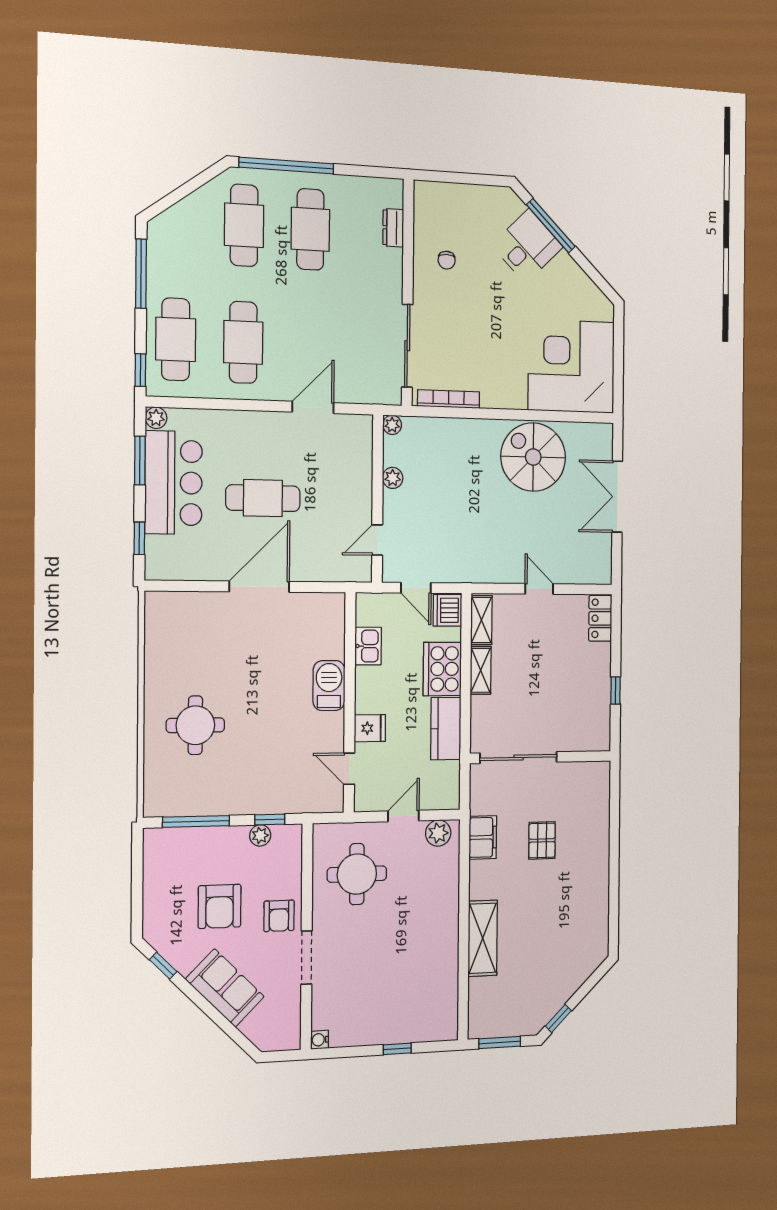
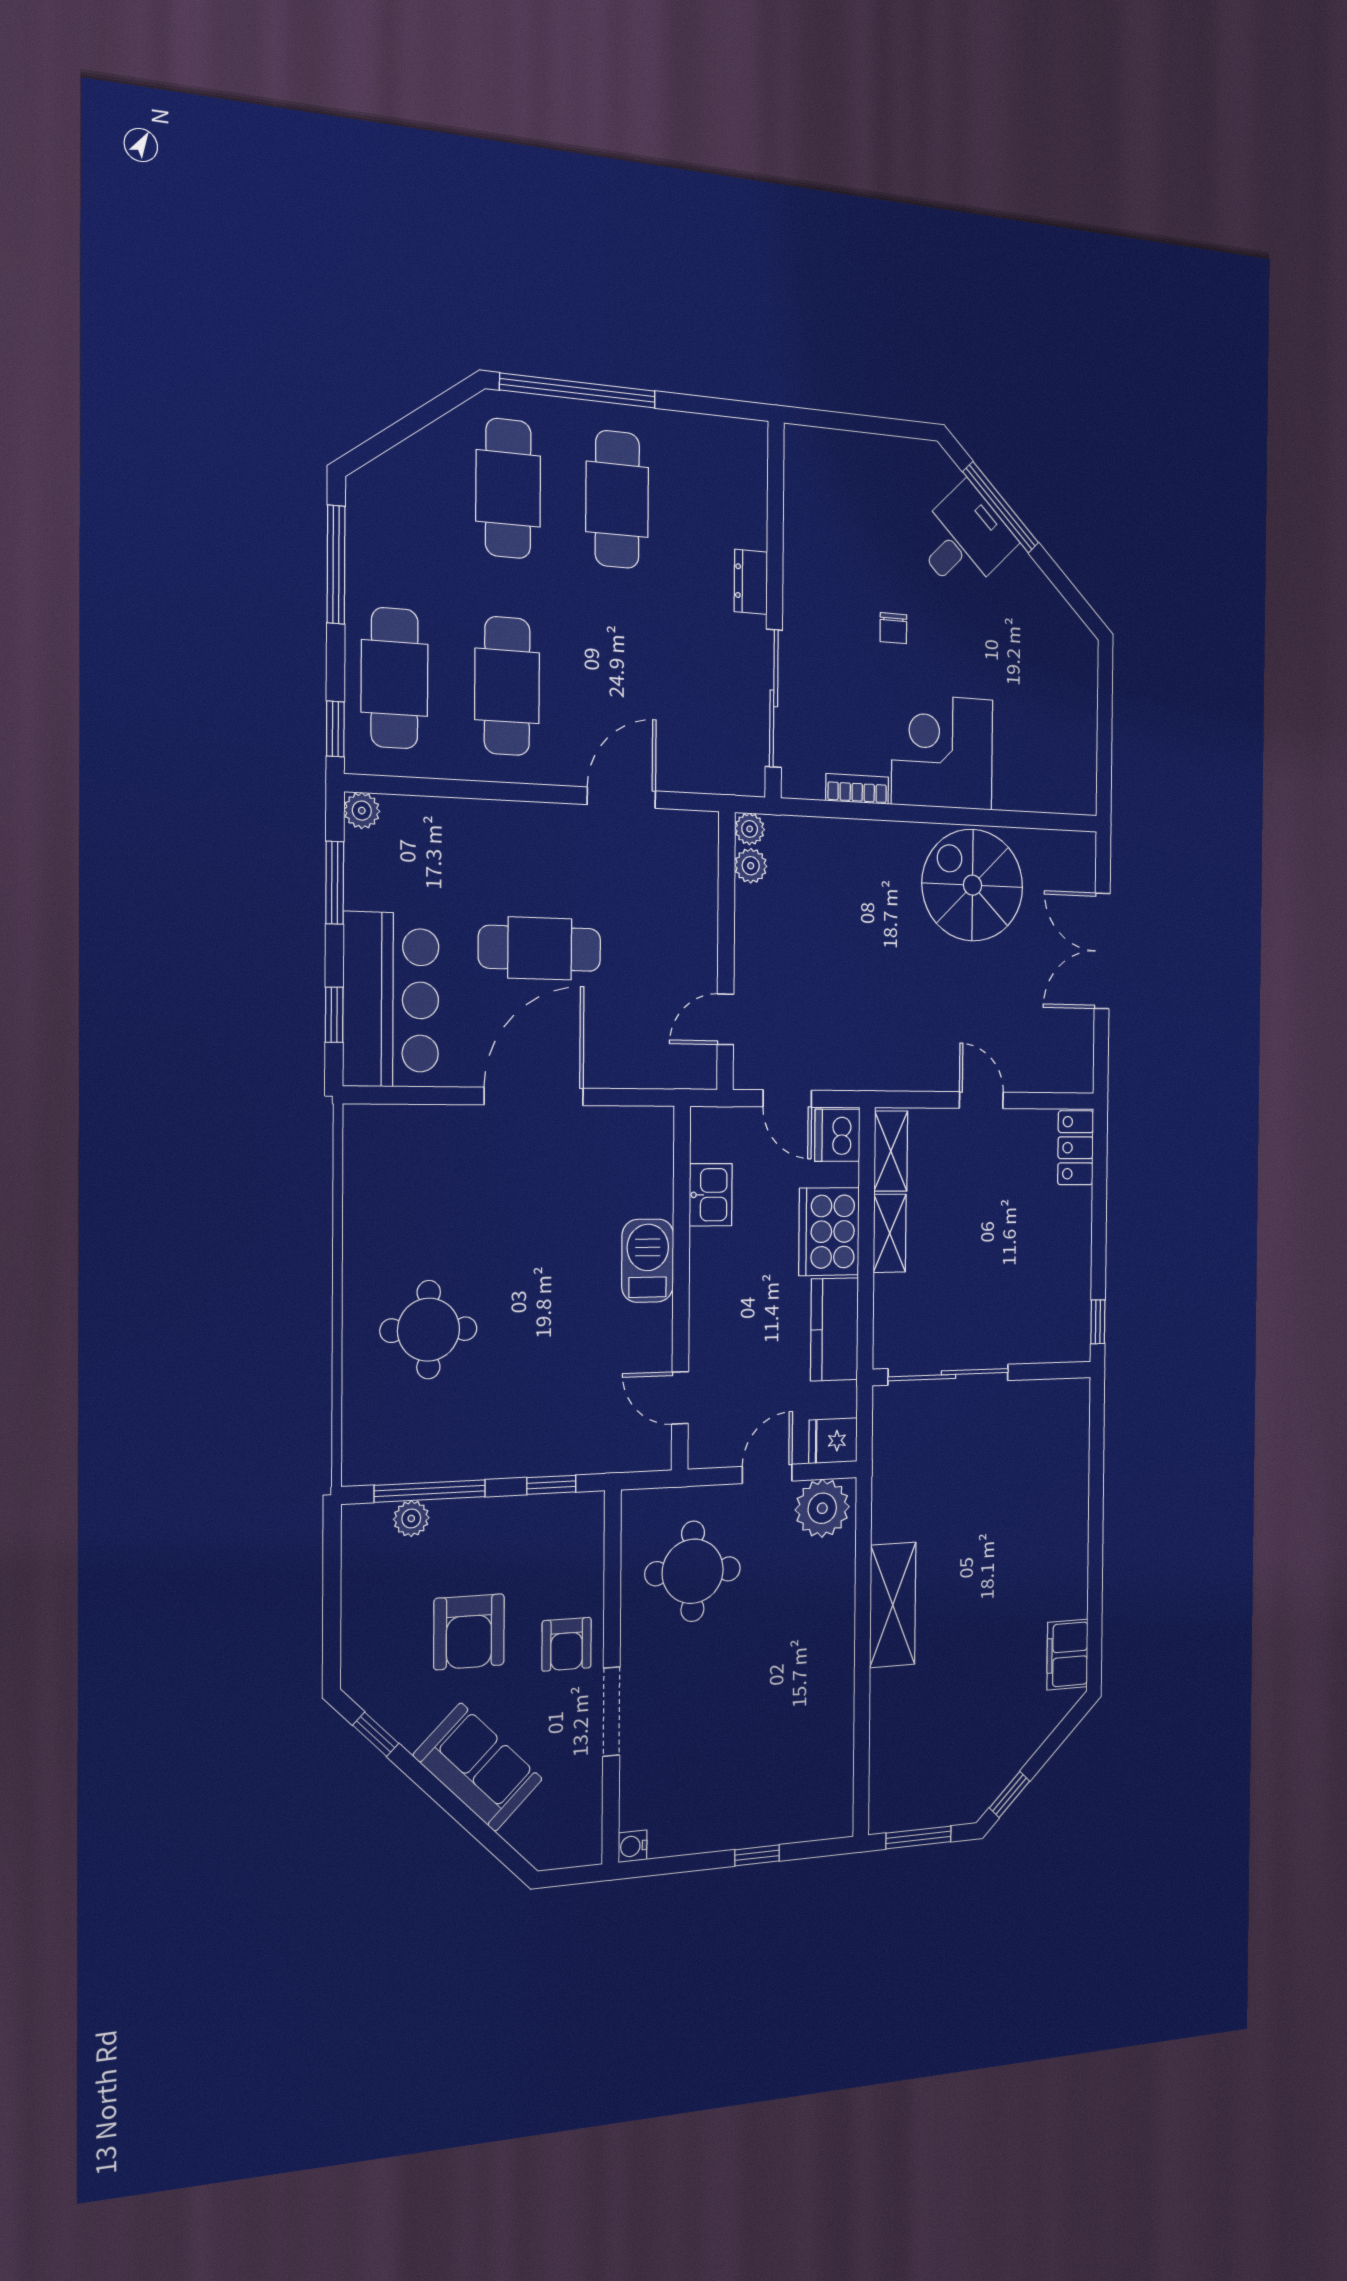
dresser: (393, 228) -> (751, 582), moved
chair: (447, 260) -> (893, 628), moved
corner desk: (571, 366) -> (942, 752), moved, width x0.74, depth x0.74
bookcase: (449, 399) -> (857, 789), width x0.64
plant: (393, 478) -> (751, 866), moved
bar counter: (174, 483) -> (391, 1000), moved
window: (616, 691) -> (1098, 1322), moved
fridge: (370, 728) -> (833, 1441), moved, turned 180
plant: (438, 833) -> (822, 1508), width x1.36, depth x1.36
plant: (260, 835) -> (411, 1519), moved
filing cabinet: (483, 837) -> (1067, 1655), moved, turned 180
pallet: (542, 840) -> (985, 1508), removed
shelving: (483, 938) -> (893, 1605), moved

